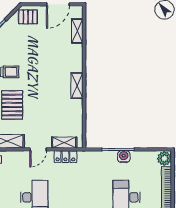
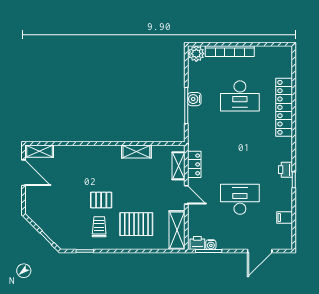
pallet: (28, 17) -> (101, 200), moved, turned 90
shelving: (77, 31) -> (39, 151), moved
shelving: (77, 86) -> (136, 151), moved

